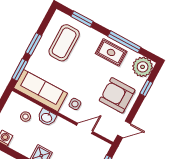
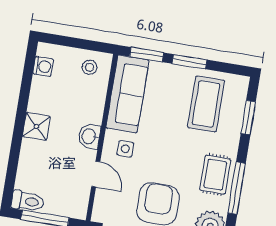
coffee table: (64, 43) -> (206, 104), turned 90
stool: (26, 117) -> (90, 67), moved
washbasin: (47, 117) -> (89, 136), moved

